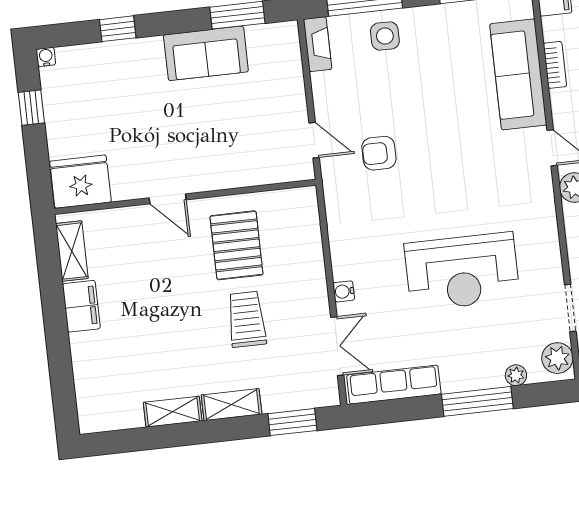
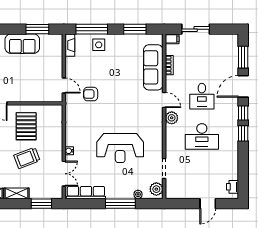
trolley: (247, 319) -> (27, 158), turned -111

